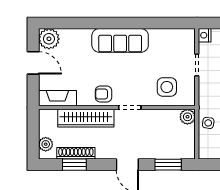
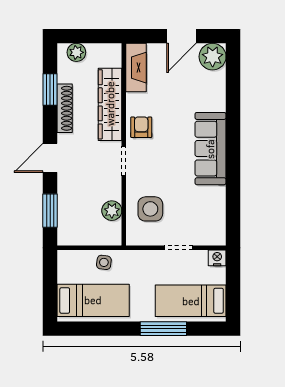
plant: (187, 117) -> (112, 211), moved
shoe rack: (76, 153) -> (65, 108), moved

